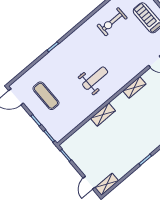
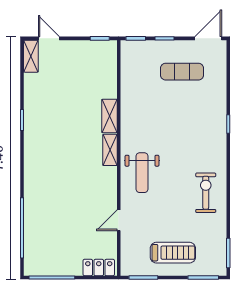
exercise bike: (112, 22) -> (206, 193), moved
weight bench: (95, 78) -> (142, 173), moved
shelving: (134, 87) -> (110, 150), moved

